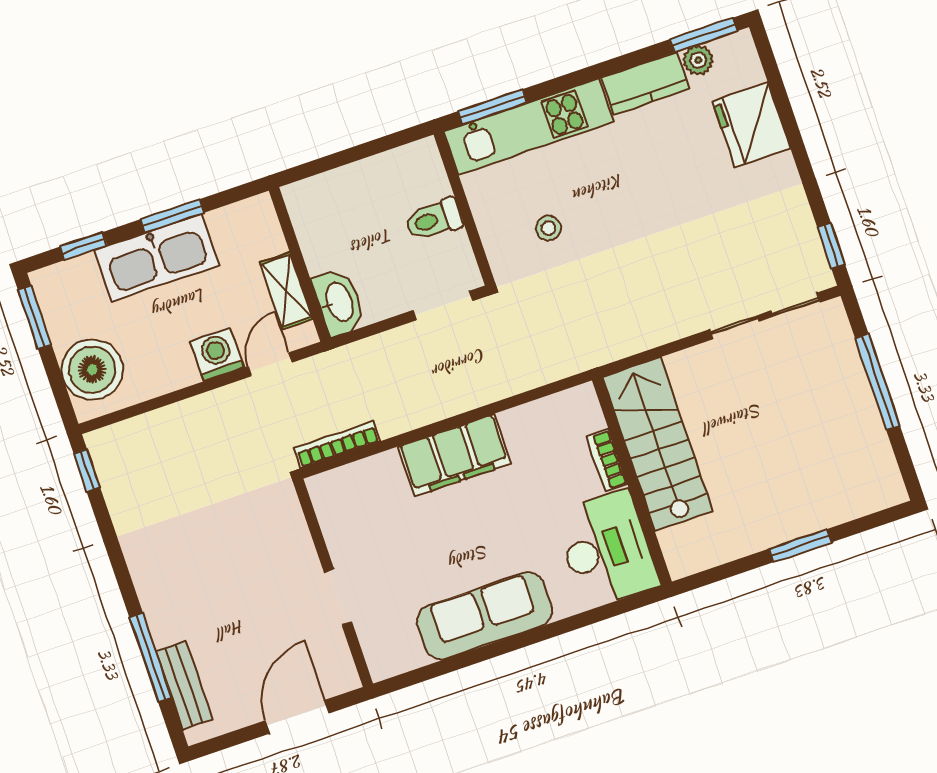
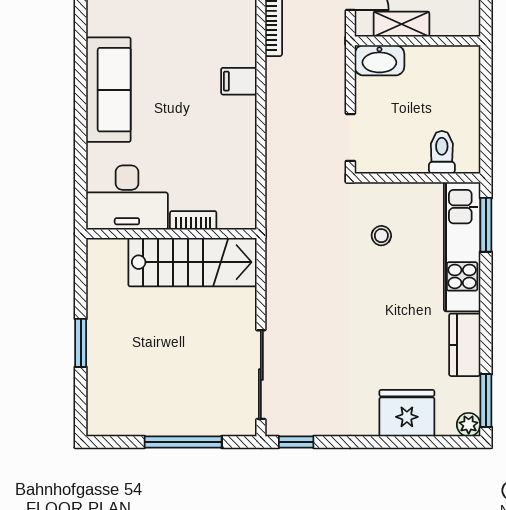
plant: (698, 60) -> (469, 425), moved
toilet: (434, 219) -> (442, 152), moved
filing cabinet: (454, 455) -> (239, 81), width x0.33, depth x0.86

